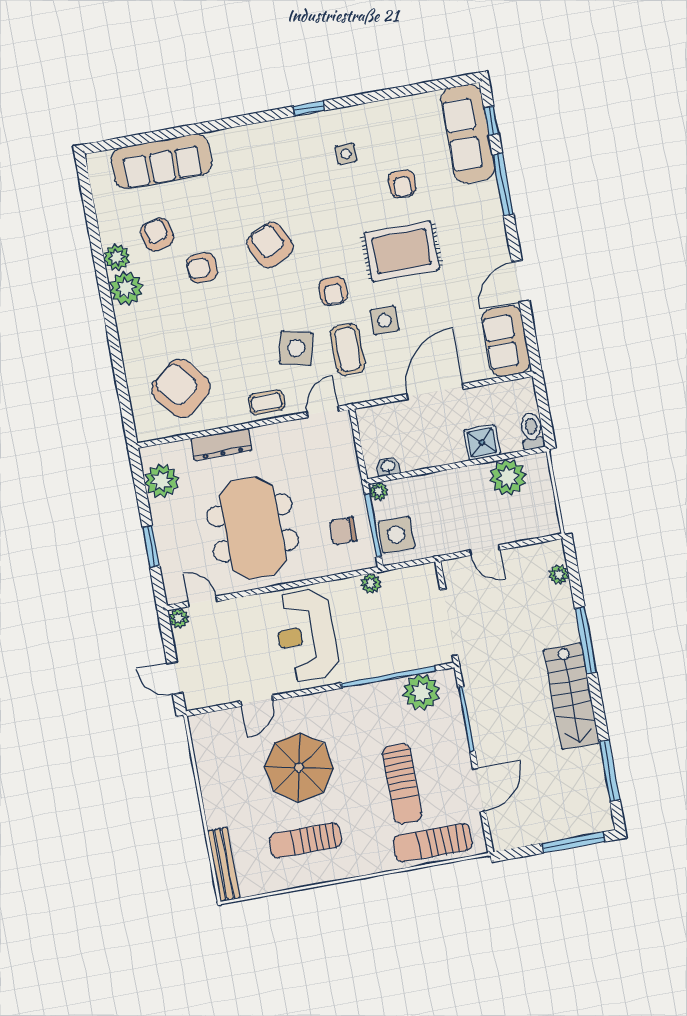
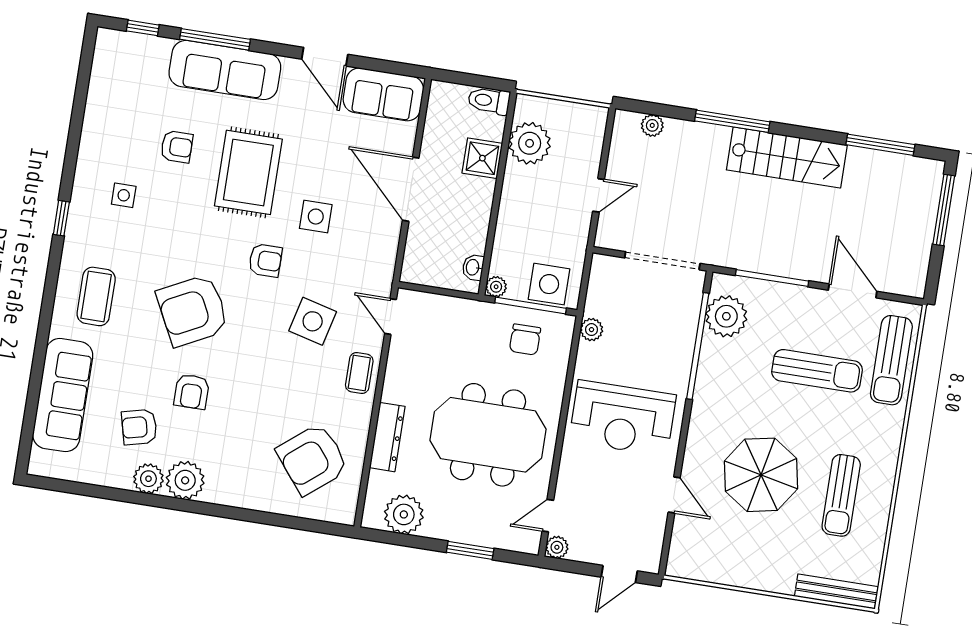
sofa: (468, 134) -> (225, 70), moved
armchair: (270, 245) -> (193, 310), width x1.36, depth x1.36
coffee table: (348, 349) -> (96, 296), moved, turned 90

